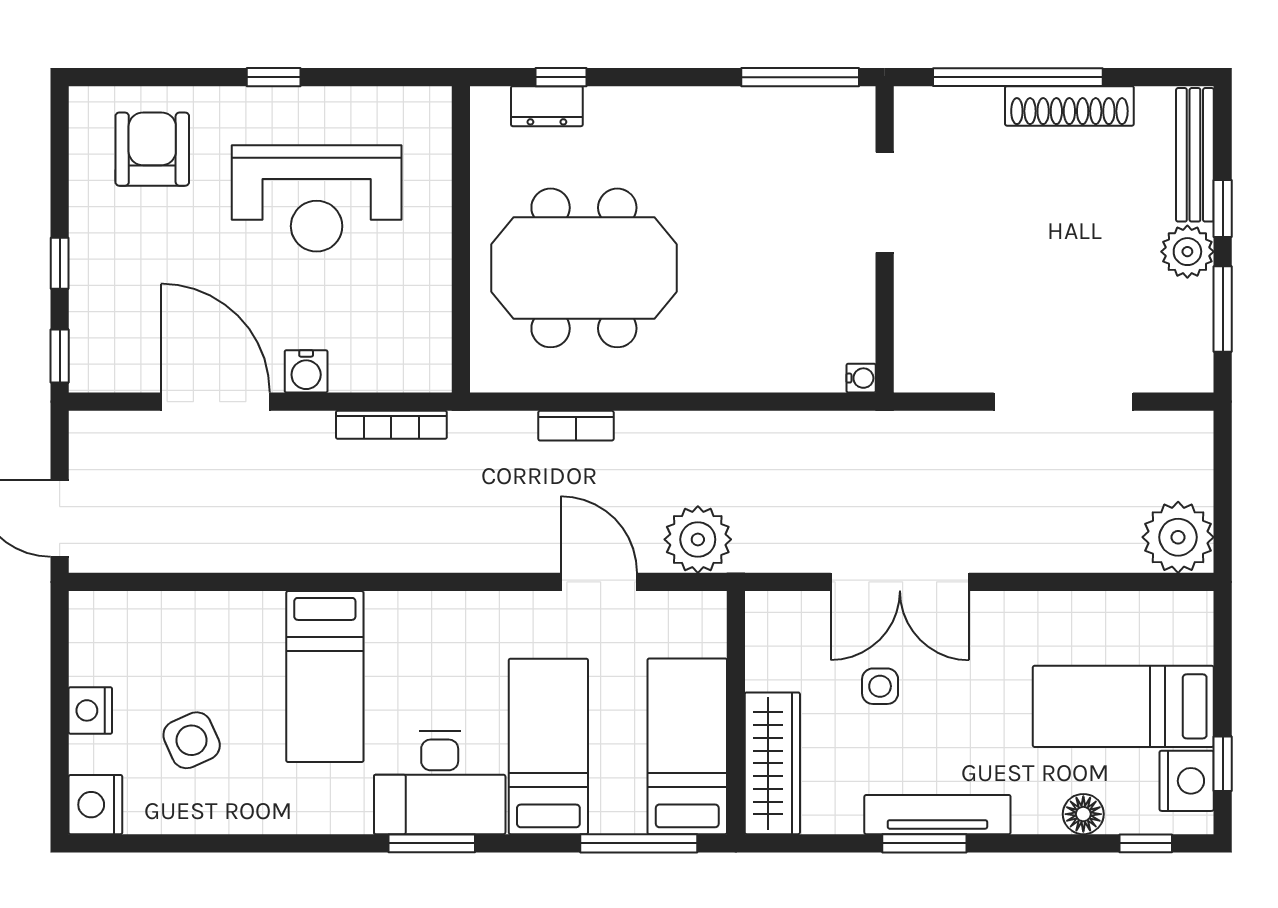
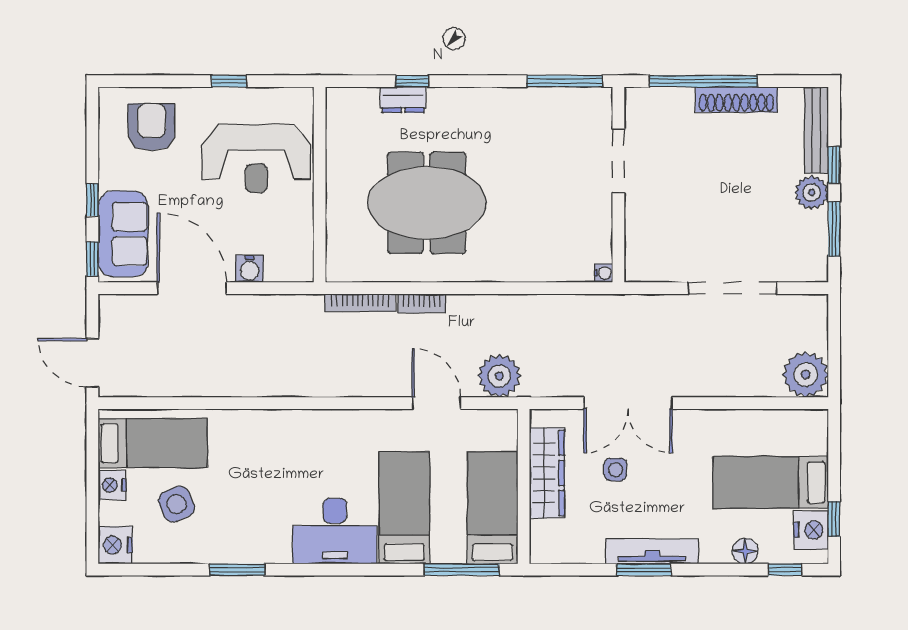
wall: (461, 239) -> (320, 185), moved
sofa: (108, 317) -> (123, 234), added
bookcase: (391, 425) -> (360, 303), moved
bed: (325, 677) -> (153, 443), moved, turned -90
wardrobe: (772, 763) -> (547, 473), moved
window: (432, 843) -> (237, 570), moved

